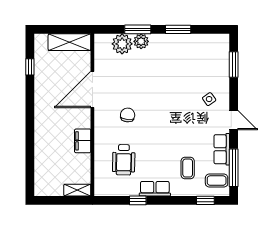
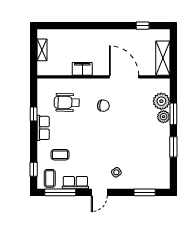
shelving: (77, 190) -> (42, 50), moved

